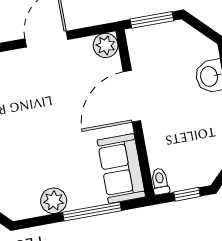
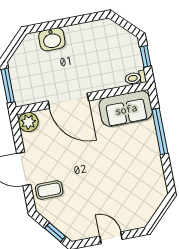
coffee table: (19, 71) -> (49, 190), added
plant: (54, 201) -> (152, 162), removed

